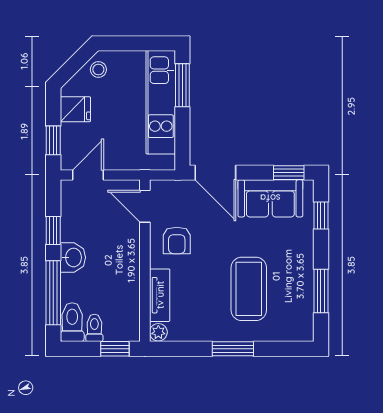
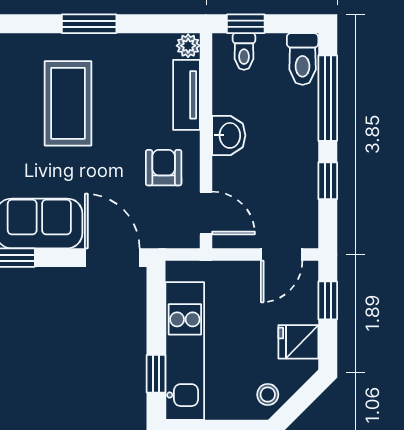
window: (182, 85) -> (156, 374), width x0.67
washbasin: (73, 257) -> (229, 135), moved, turned 180
toilet: (94, 328) -> (244, 51), moved

